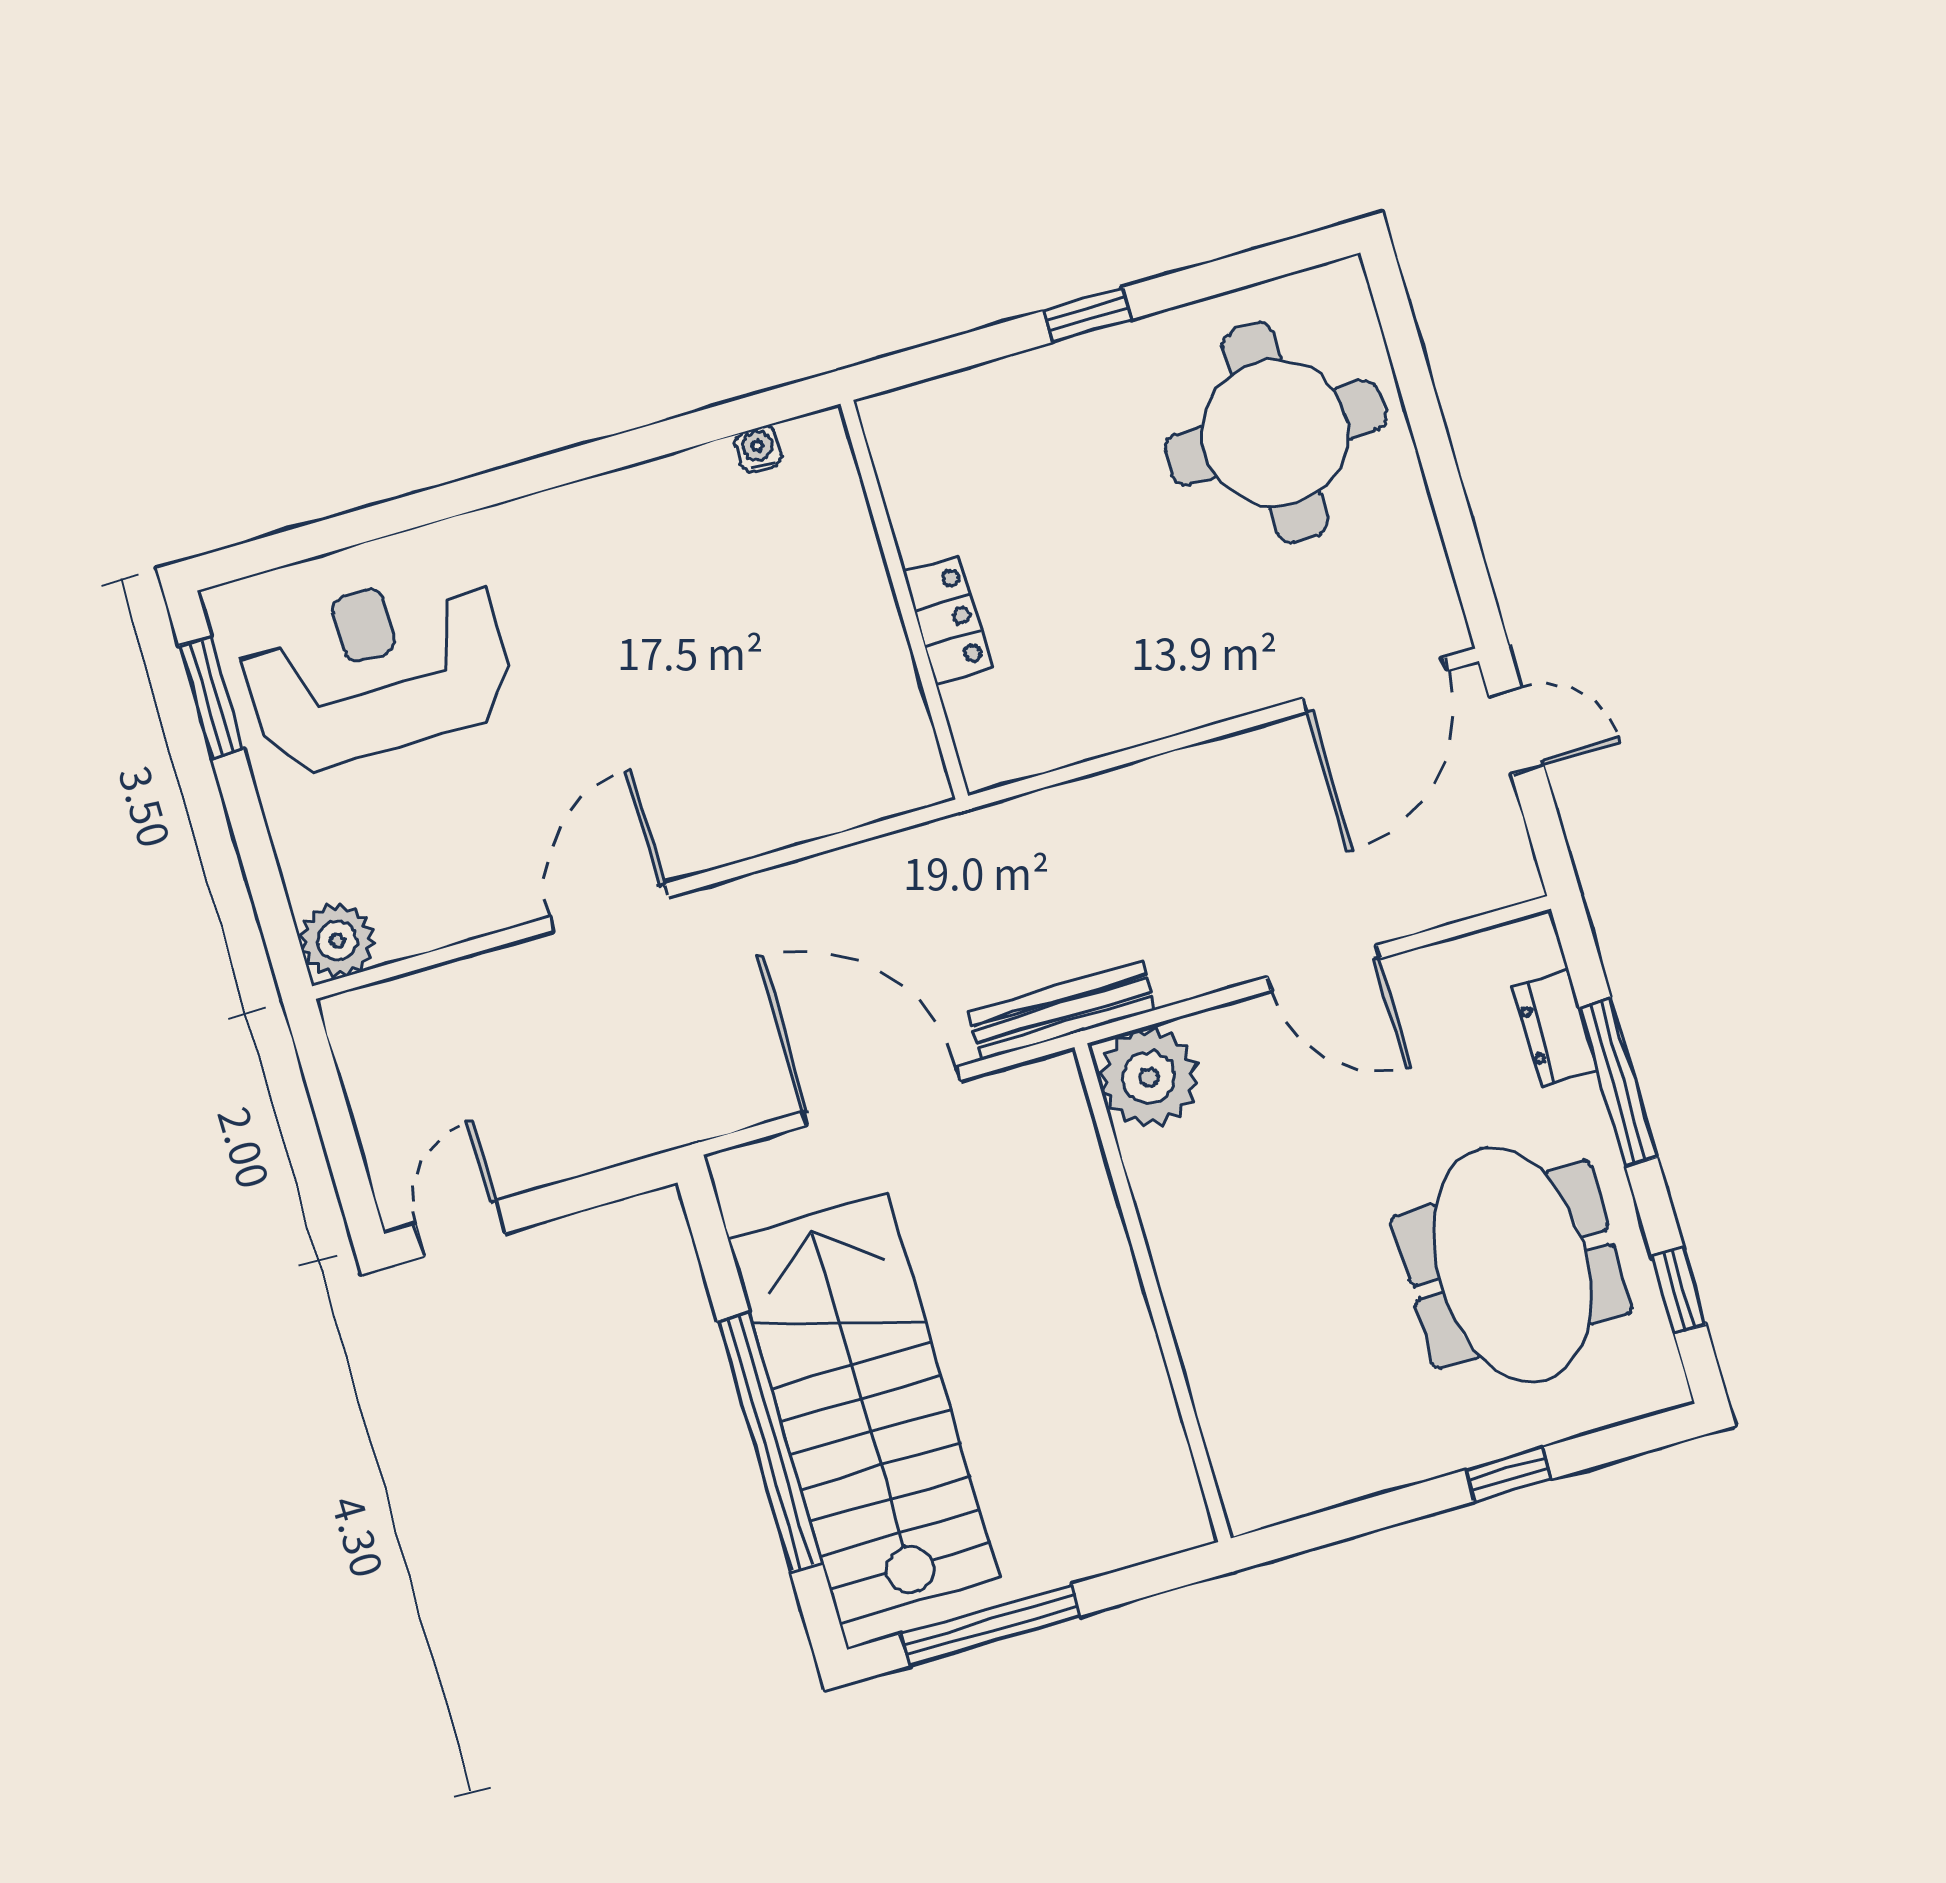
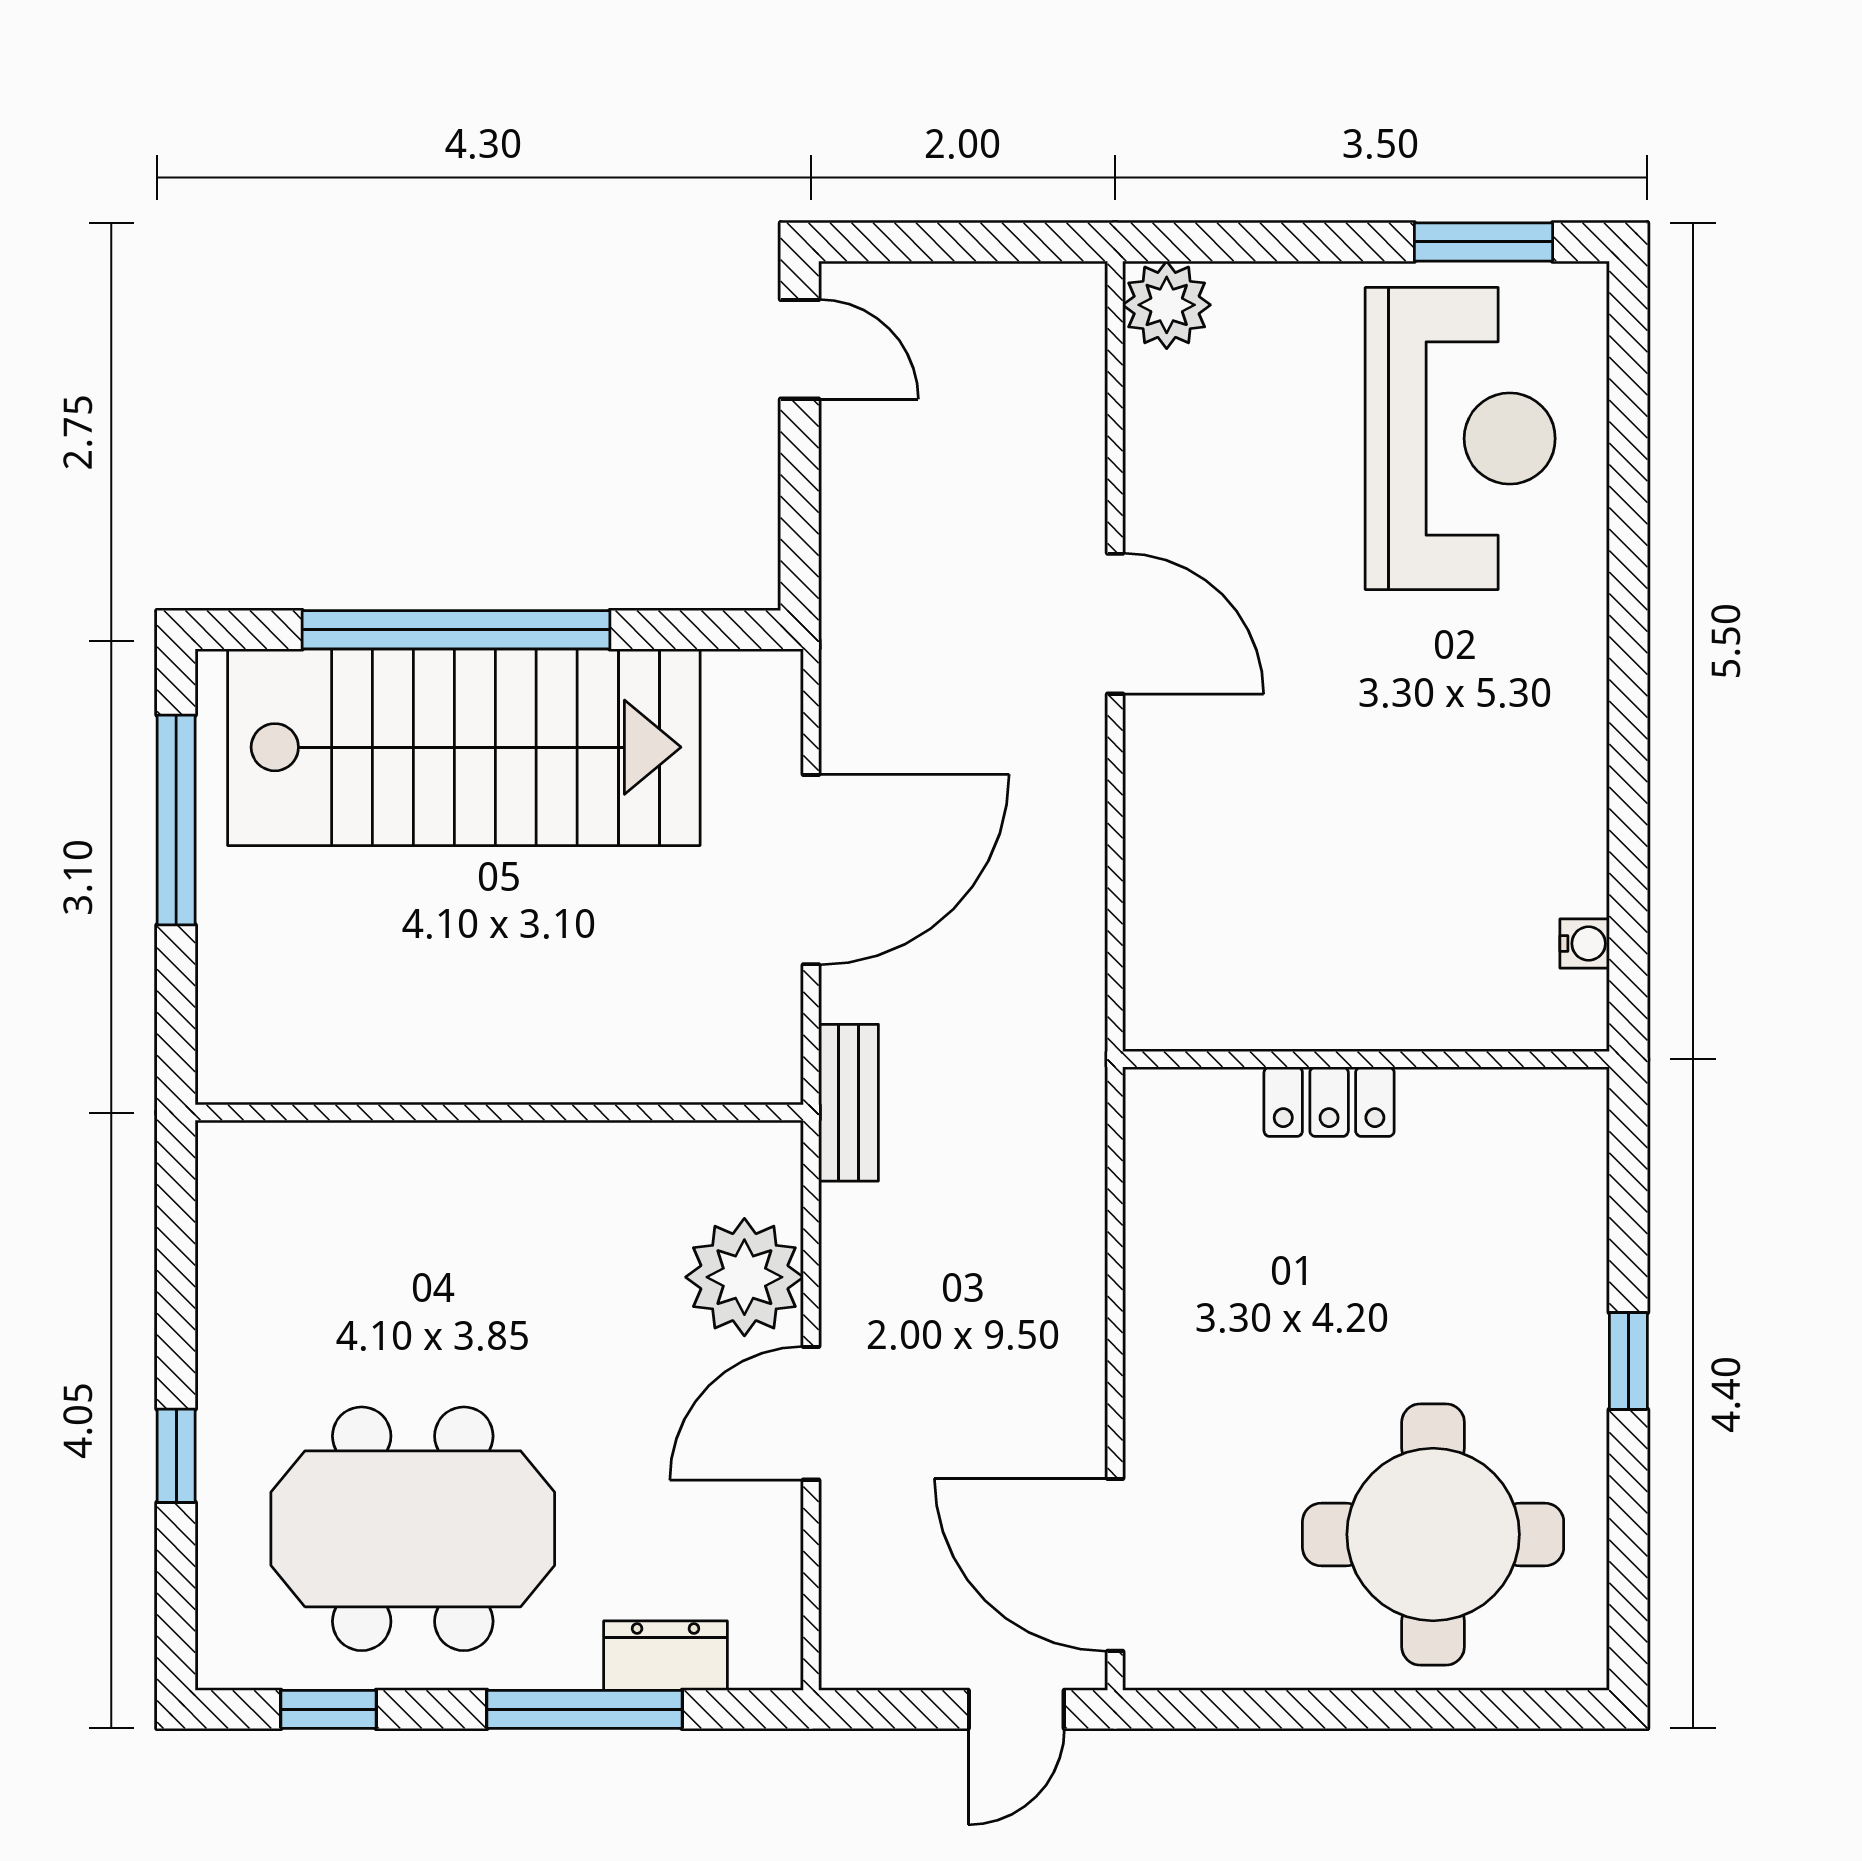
bench: (1062, 1011) -> (849, 1103), width x0.73
plant: (1149, 1077) -> (744, 1277), moved

